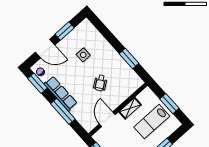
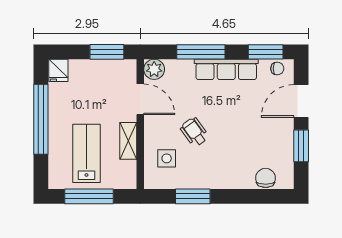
chair: (92, 34) -> (266, 178), added
side table: (83, 55) -> (167, 158), moved
window: (169, 104) -> (89, 196), width x1.44
plant: (89, 125) -> (154, 69), added

